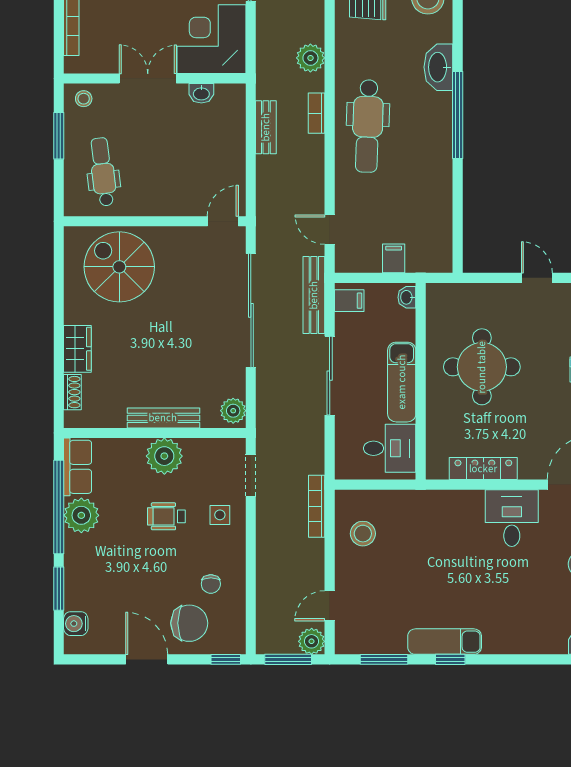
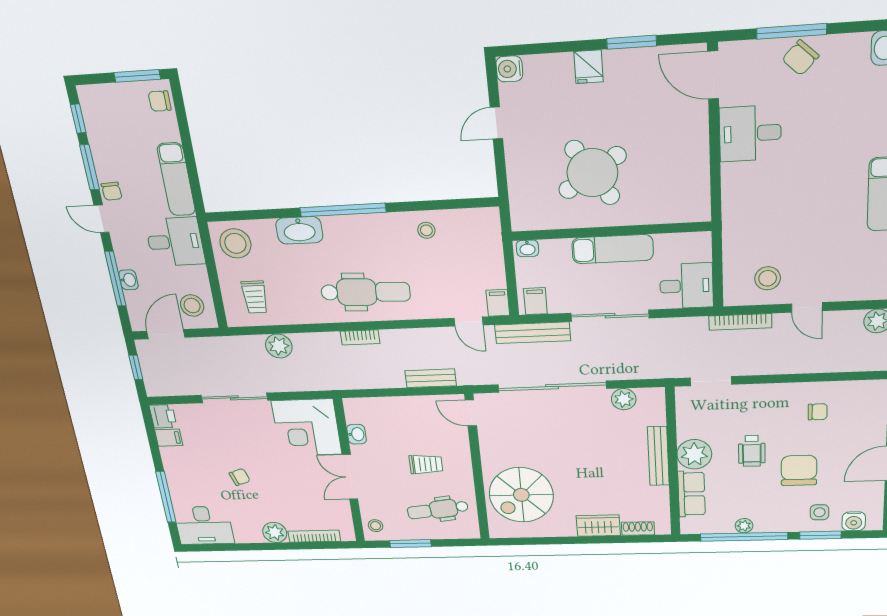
plant: (310, 58) -> (279, 346), moved
bench: (266, 127) -> (431, 378), moved
trolley: (161, 165) -> (426, 464), added
stool: (431, 197) -> (426, 230), added
door: (330, 230) -> (469, 322), hinge flipped
filing cabinet: (394, 258) -> (498, 303), moved, turned 90
round table: (482, 367) -> (592, 173), turned -33
plant: (233, 411) -> (624, 399), moved
desk: (390, 448) -> (686, 286), moved, turned 90
row of seats: (78, 467) -> (692, 494), moved, turned 90
locker: (483, 469) -> (698, 165), removed
plant: (81, 515) -> (744, 526), width x0.53, depth x0.53
side table: (220, 515) -> (819, 512), moved
door: (330, 606) -> (807, 307), moved
chair: (189, 623) -> (799, 470), moved

